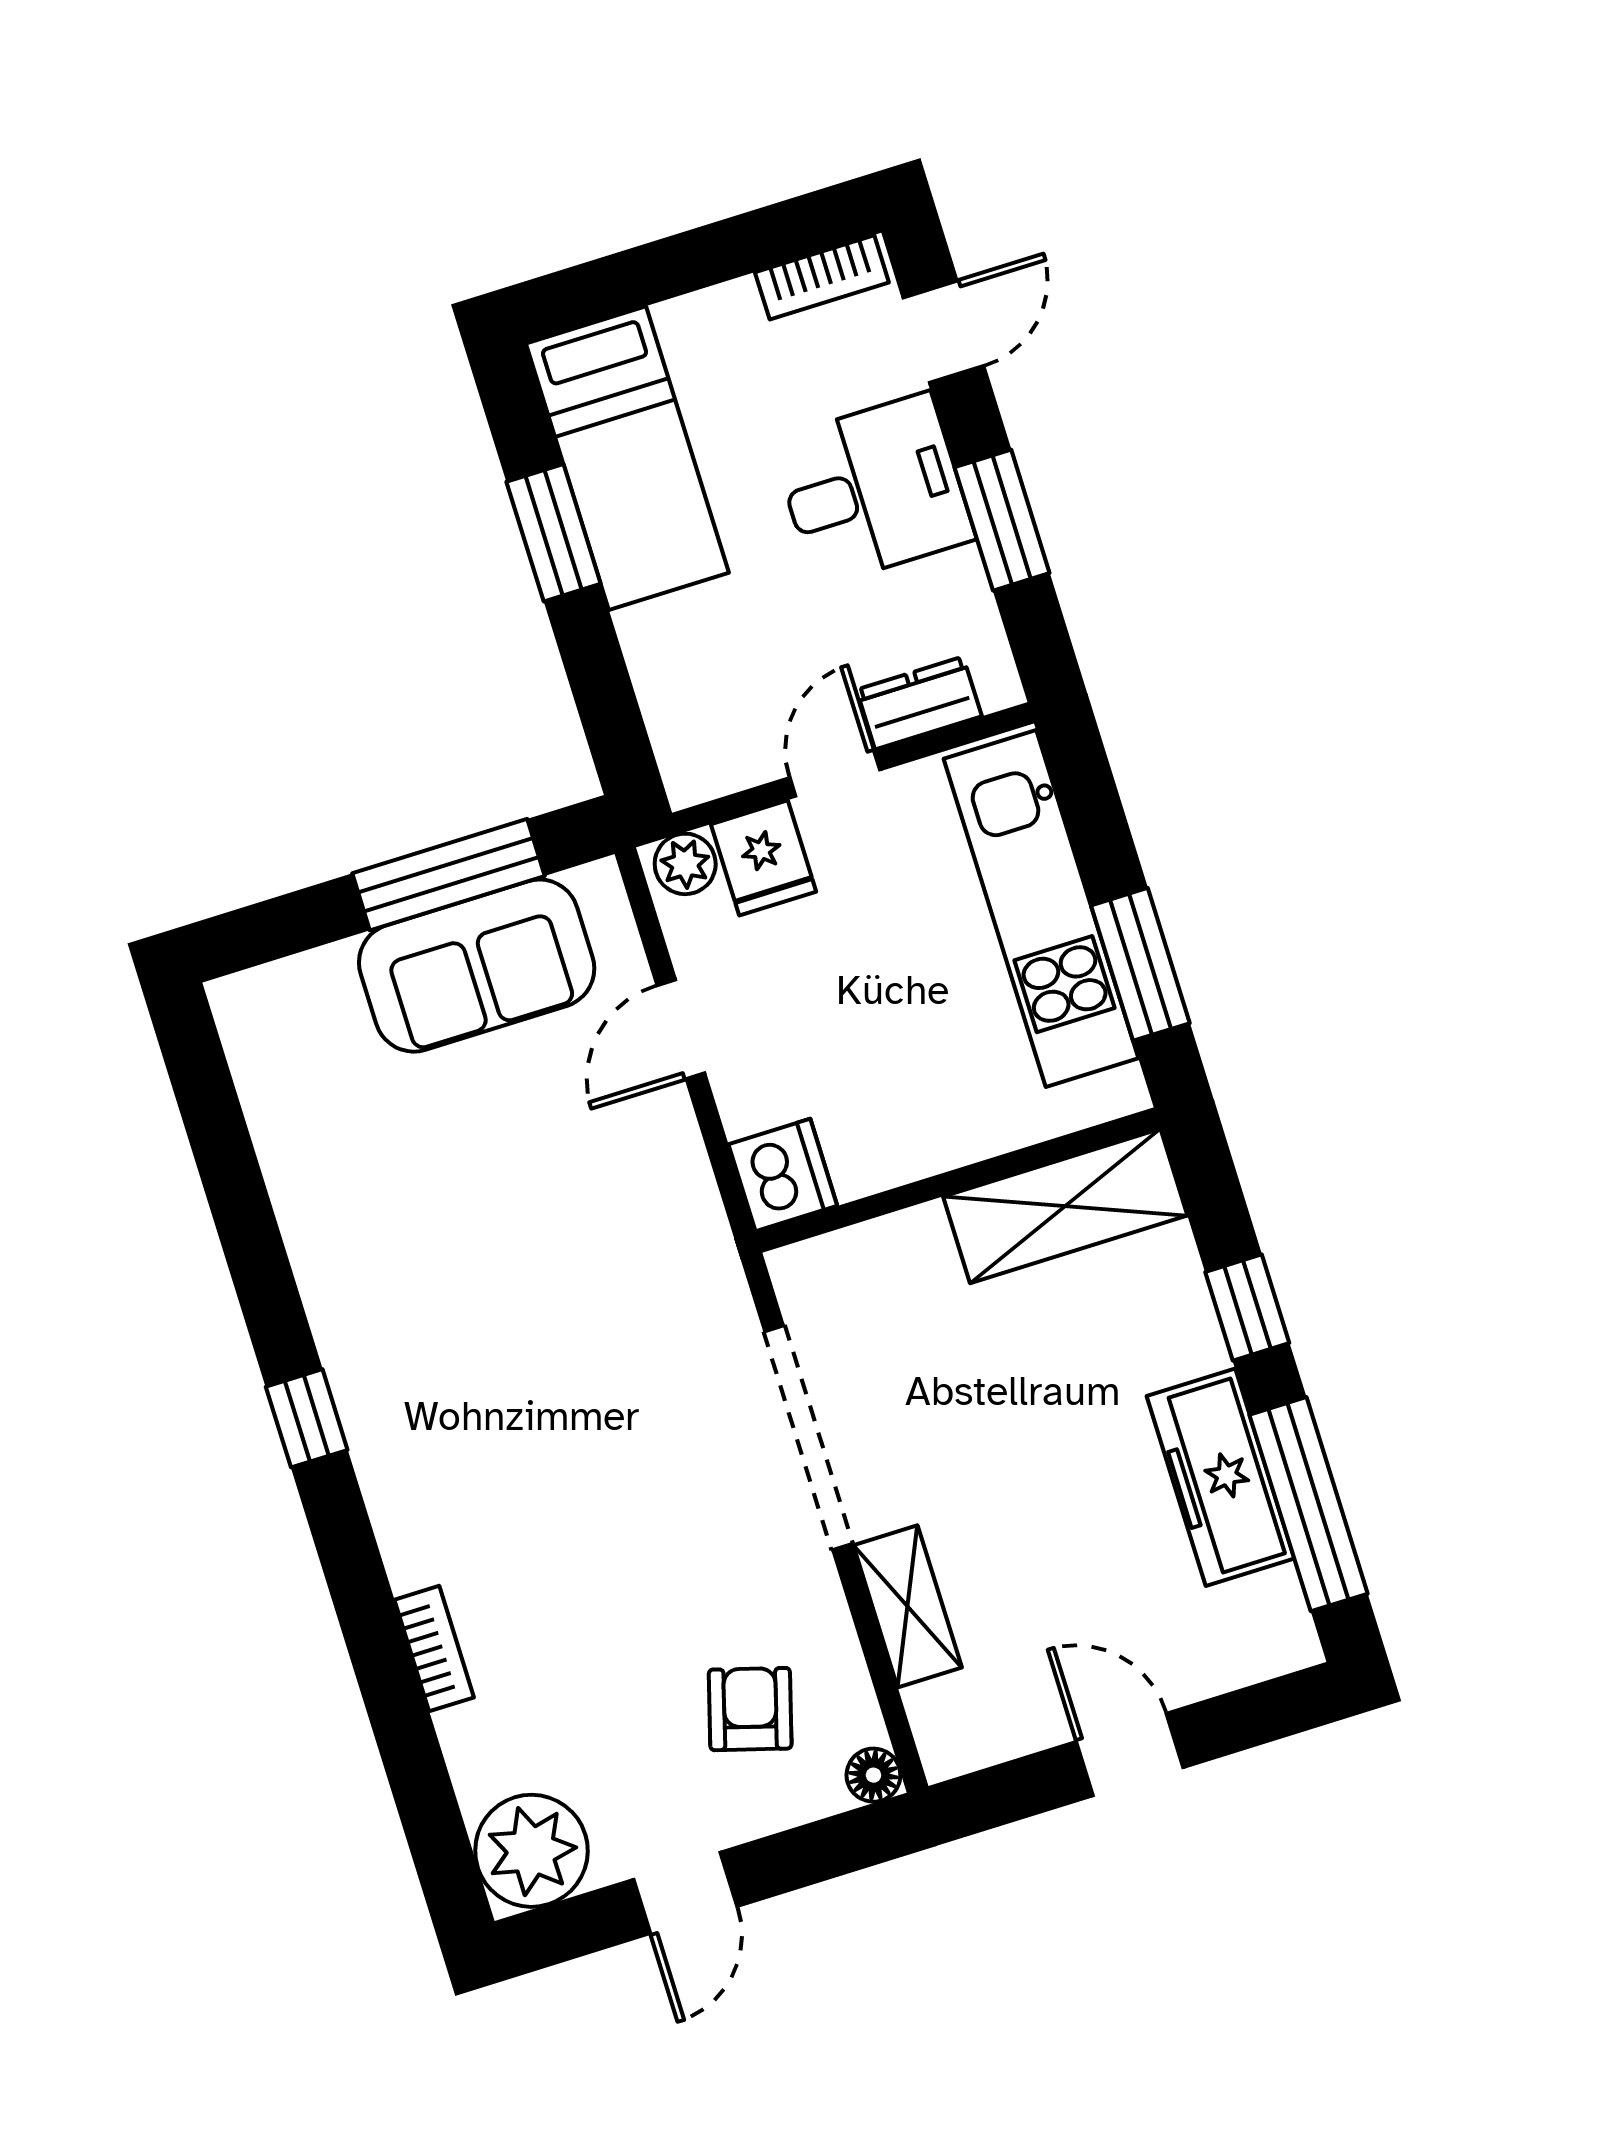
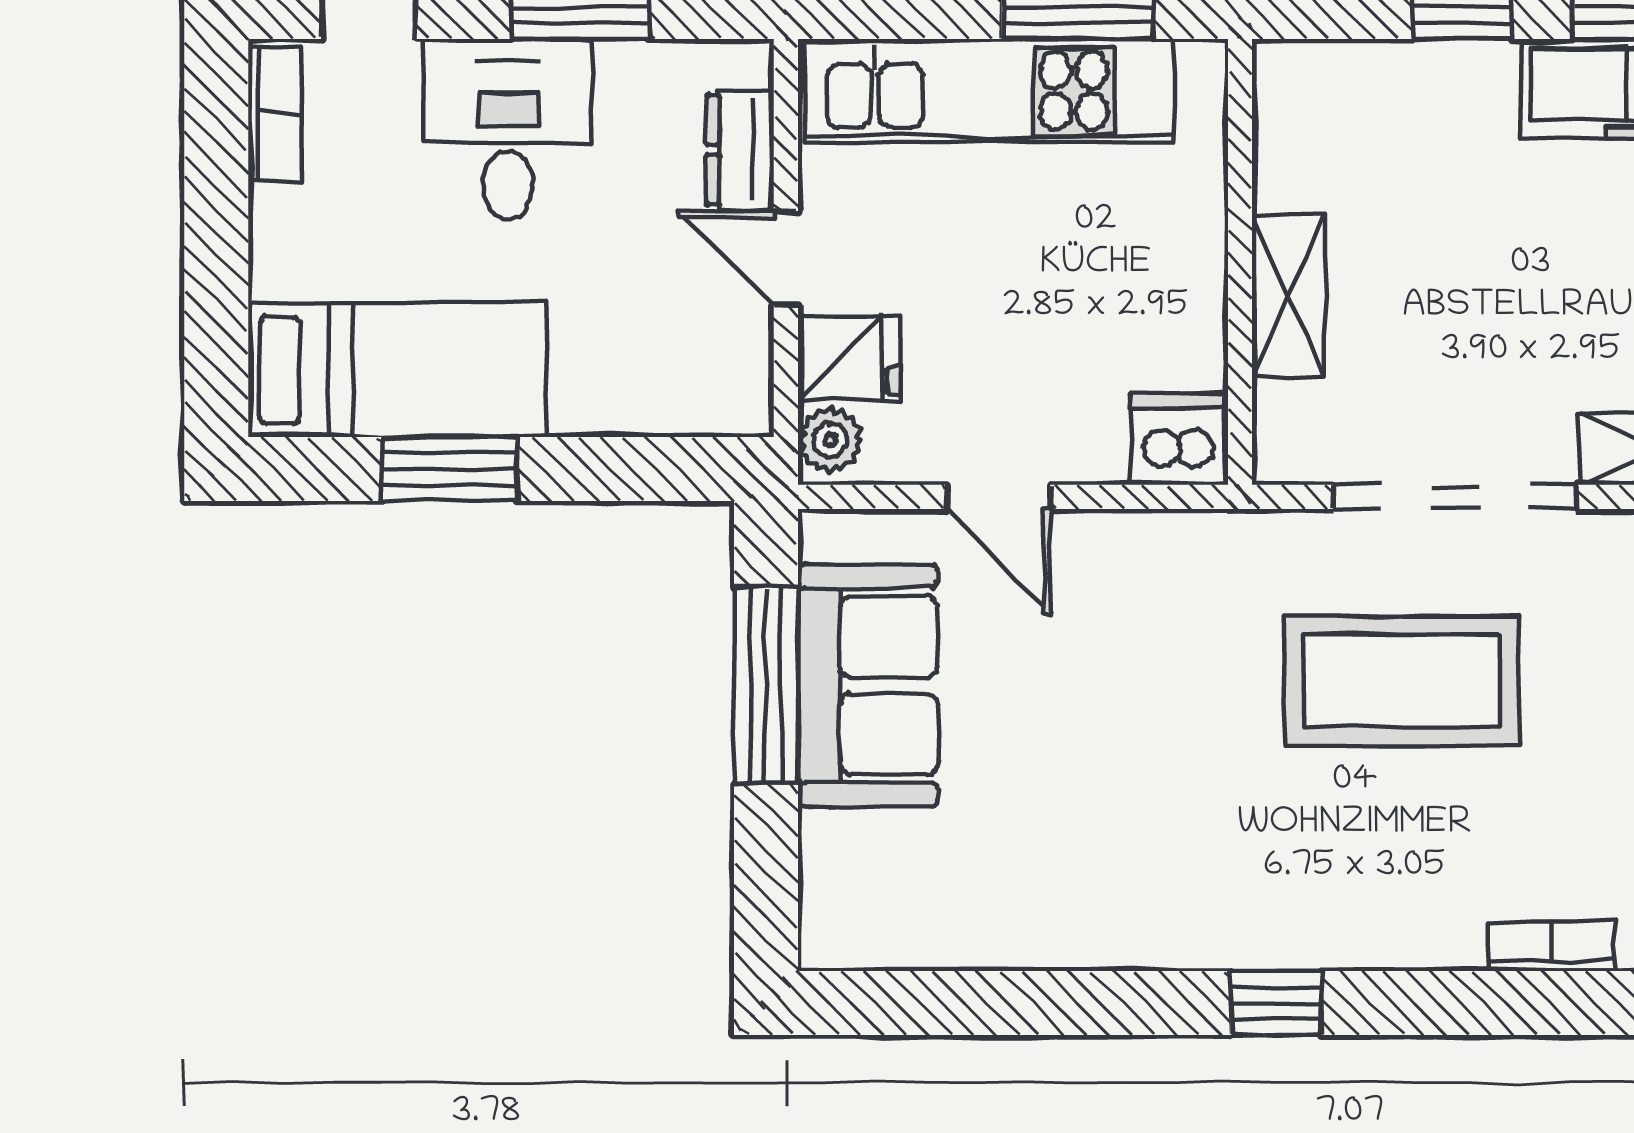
shelving: (1065, 1206) -> (1289, 296), moved, width x0.67, depth x0.75
coffee table: (629, 1441) -> (1402, 681), added

